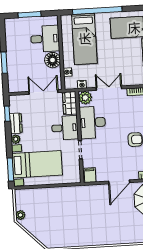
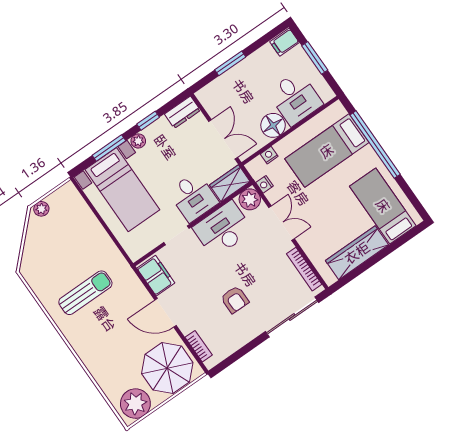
filing cabinet: (11, 26) -> (285, 42), added
window: (7, 114) -> (148, 121), moved
dresser: (16, 123) -> (182, 112), moved
window: (10, 169) -> (109, 148), moved
filing cabinet: (90, 175) -> (156, 276), width x2.00
sun lounger: (81, 219) -> (85, 293), added

